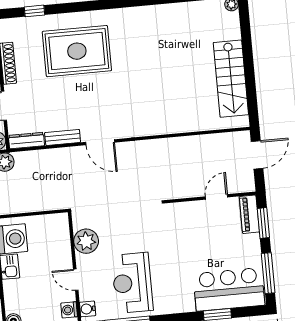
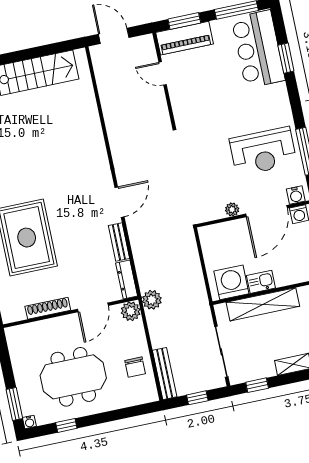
piano: (249, 214) -> (185, 38), width x1.37, depth x1.33
plant: (86, 241) -> (232, 209), width x0.53, depth x0.53
door: (76, 280) -> (267, 211), width x1.87

